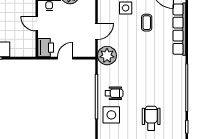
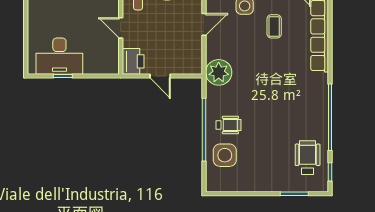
door: (96, 31) -> (204, 24), moved
door: (65, 58) -> (160, 76), swing flipped
wheelchair: (151, 118) -> (308, 158), moved

